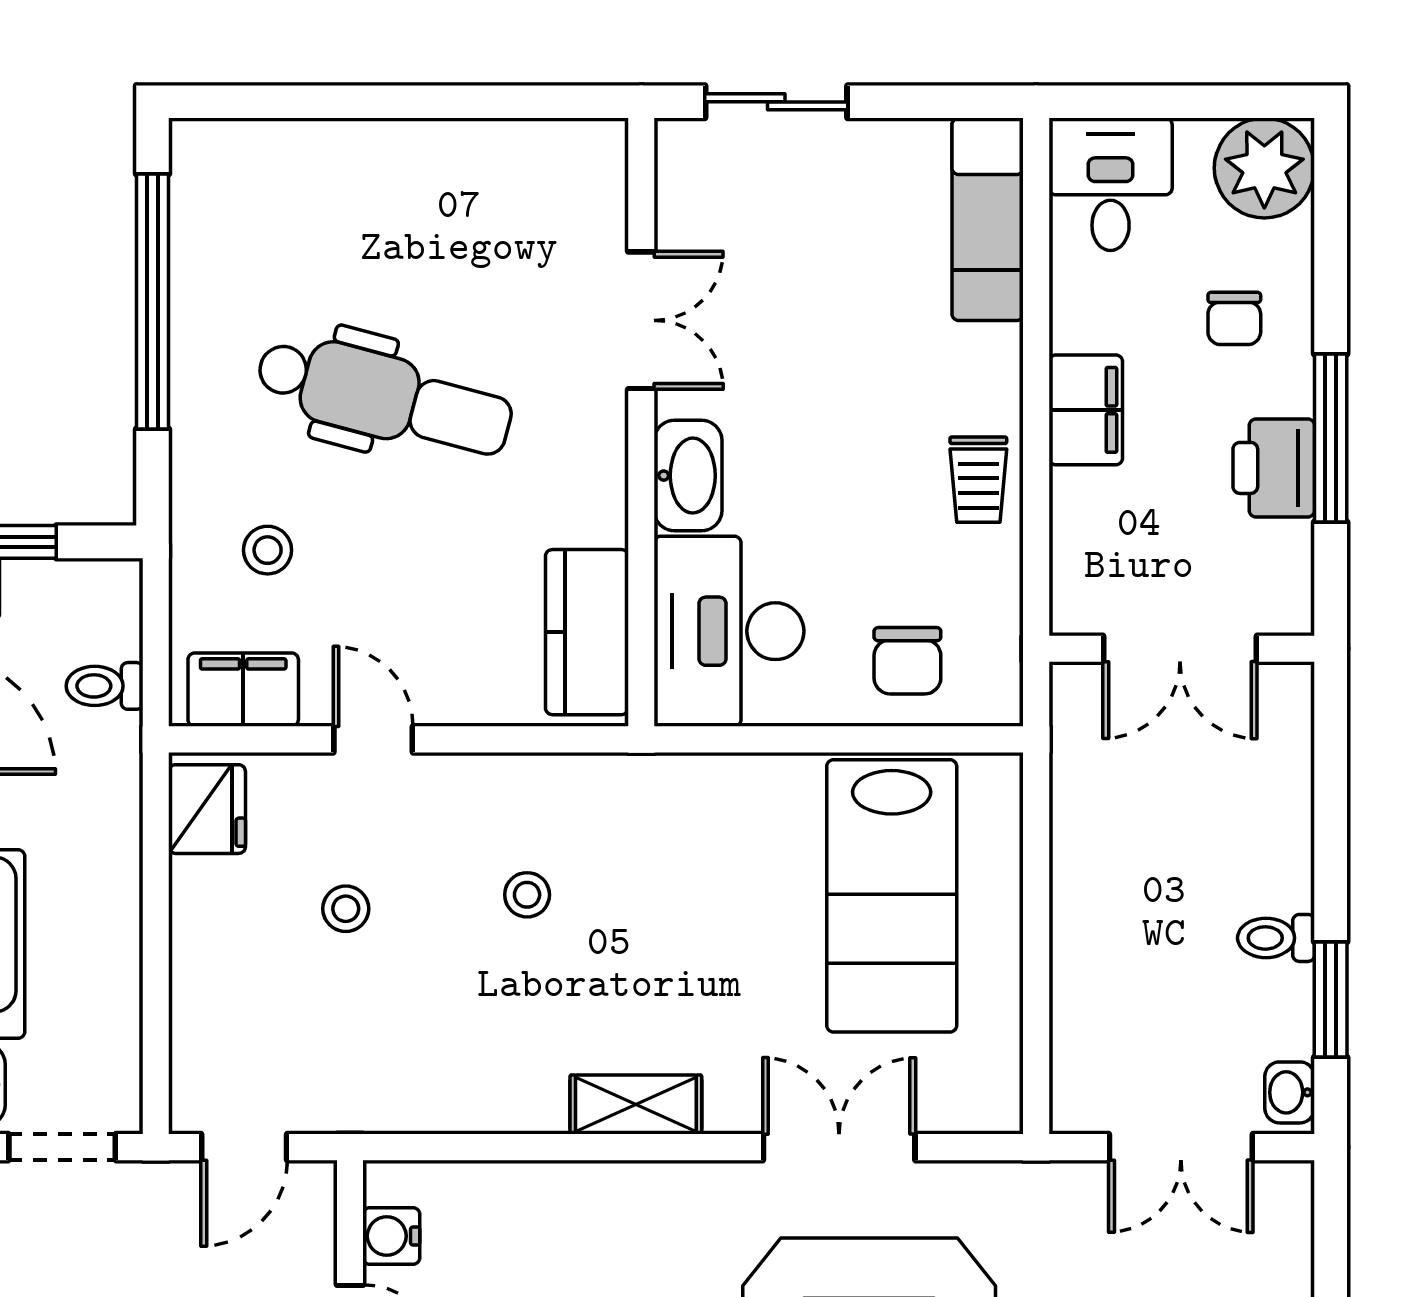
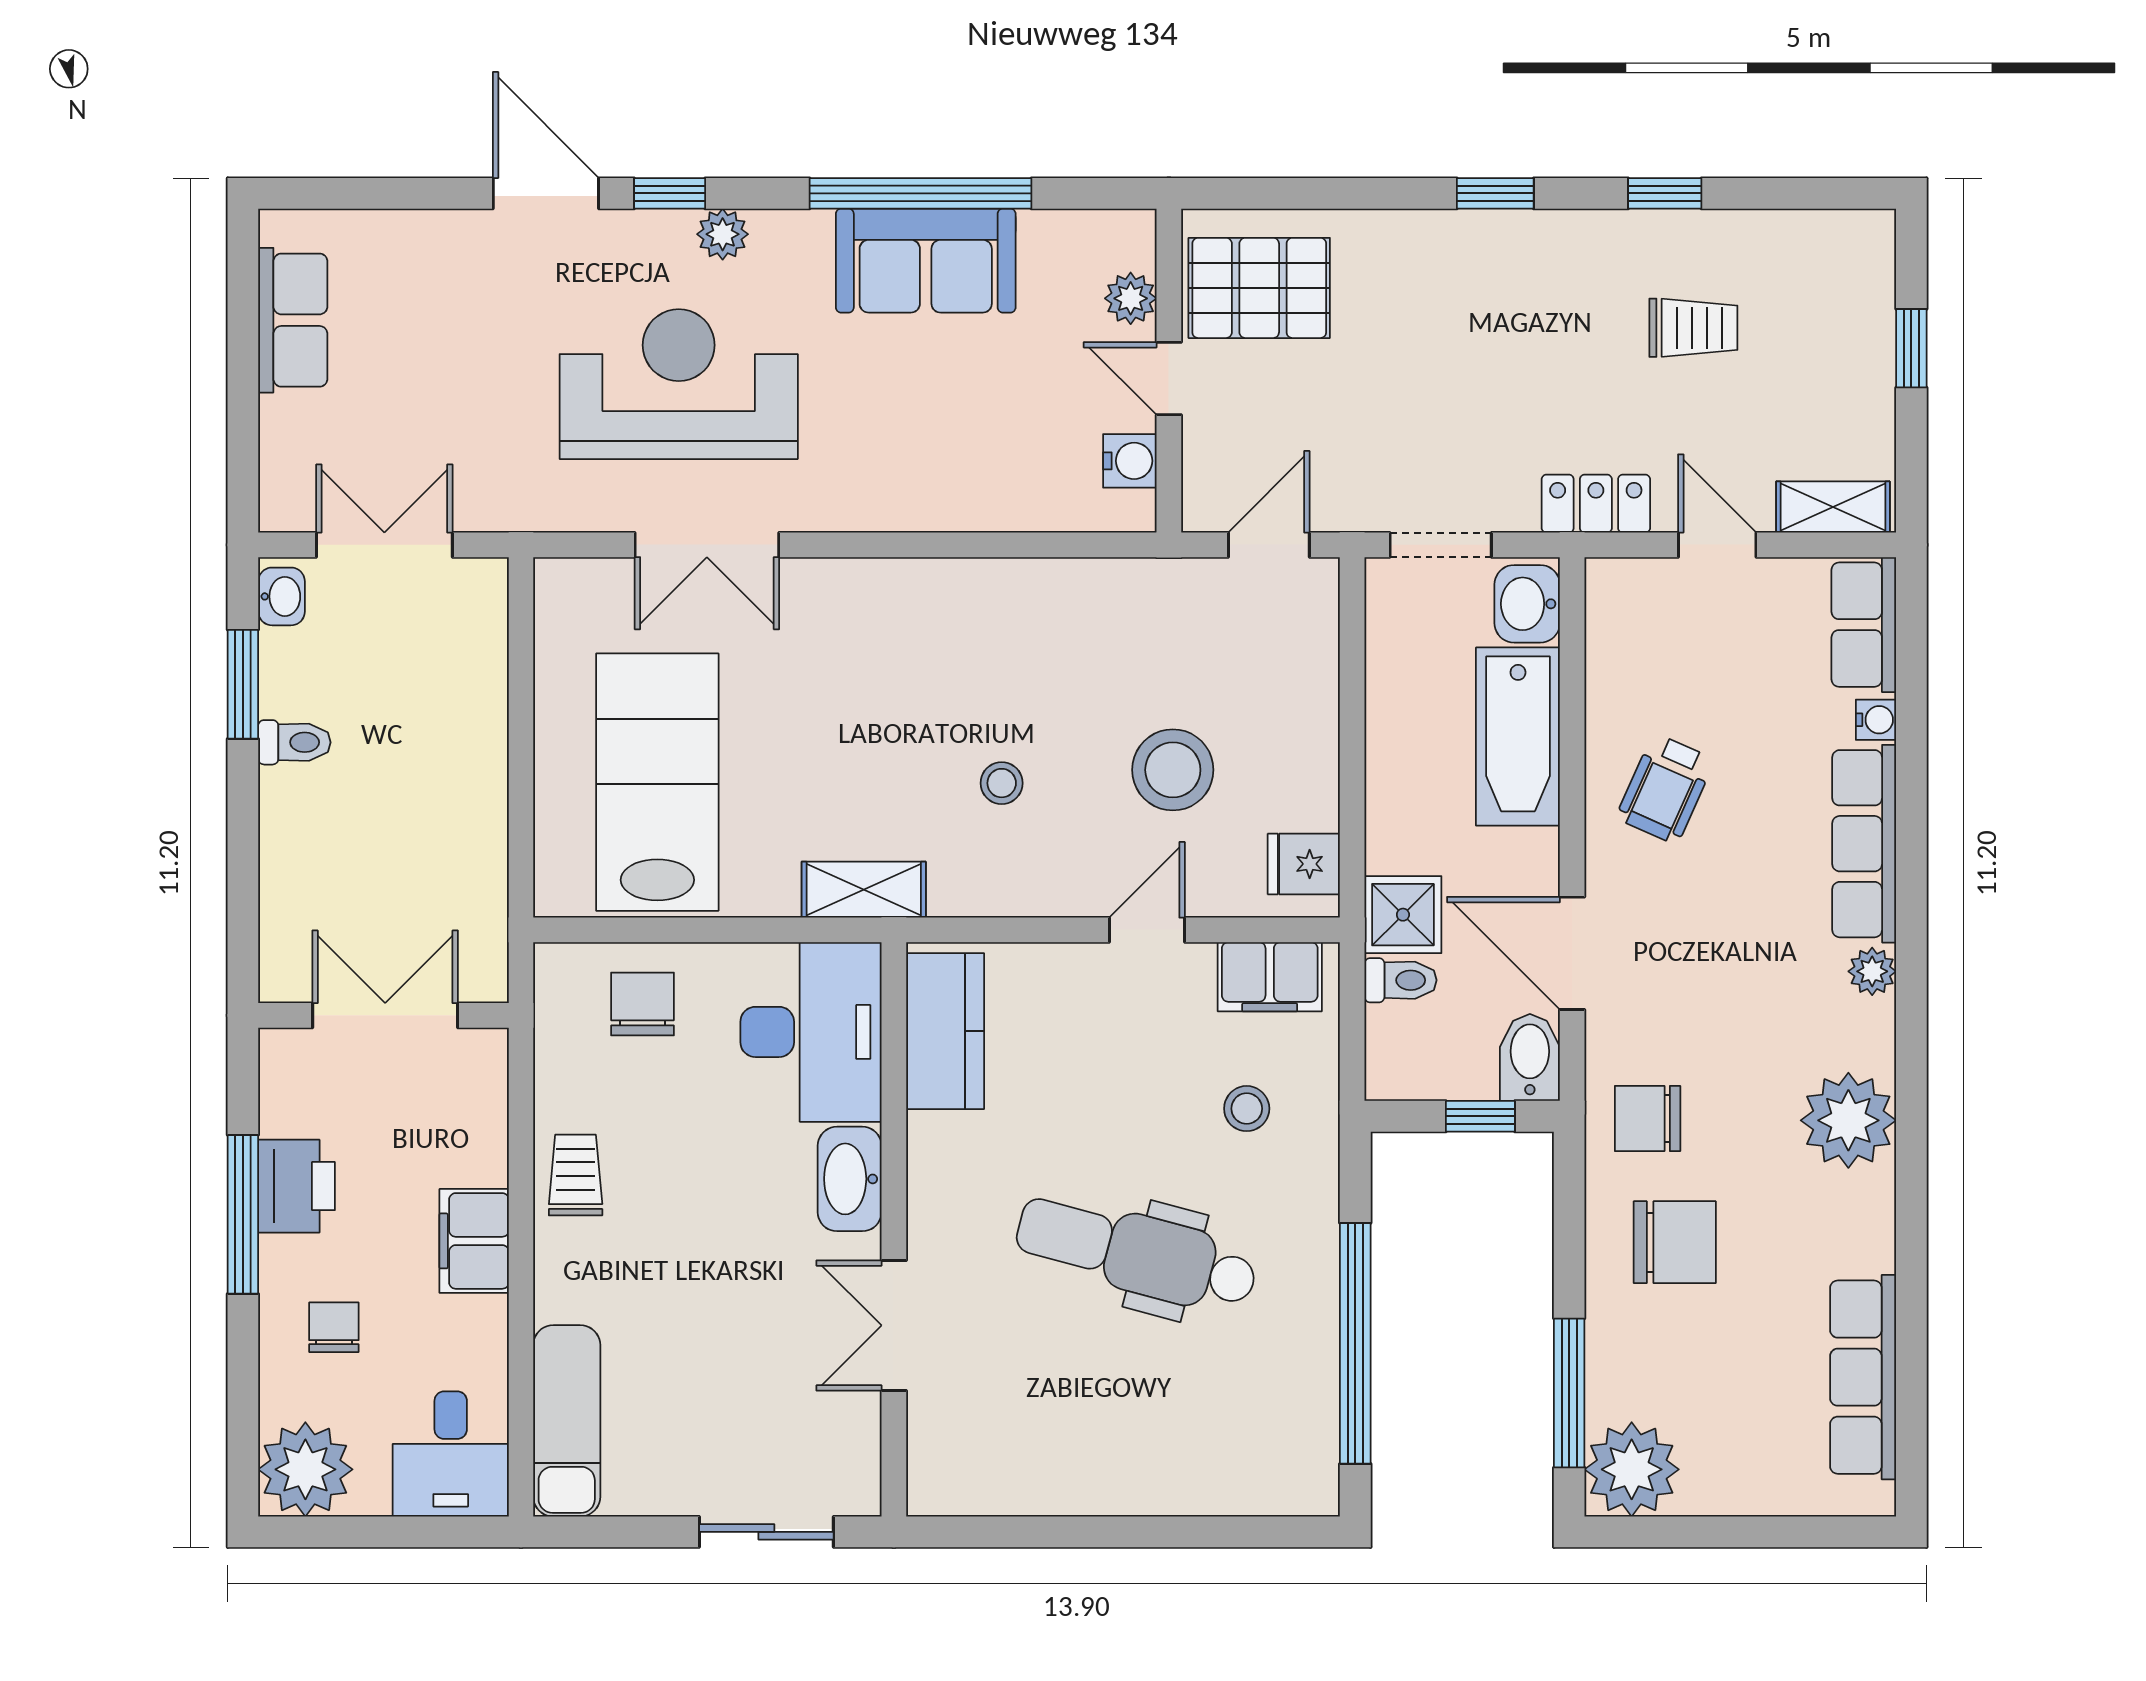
door: (373, 739) -> (1147, 930), swing flipped
shower: (102, 755) -> (1403, 915), added
fridge: (207, 809) -> (1304, 864), width x0.72
stool: (346, 909) -> (1173, 770), width x1.89, depth x1.89
shelving: (636, 1105) -> (864, 890), moved

